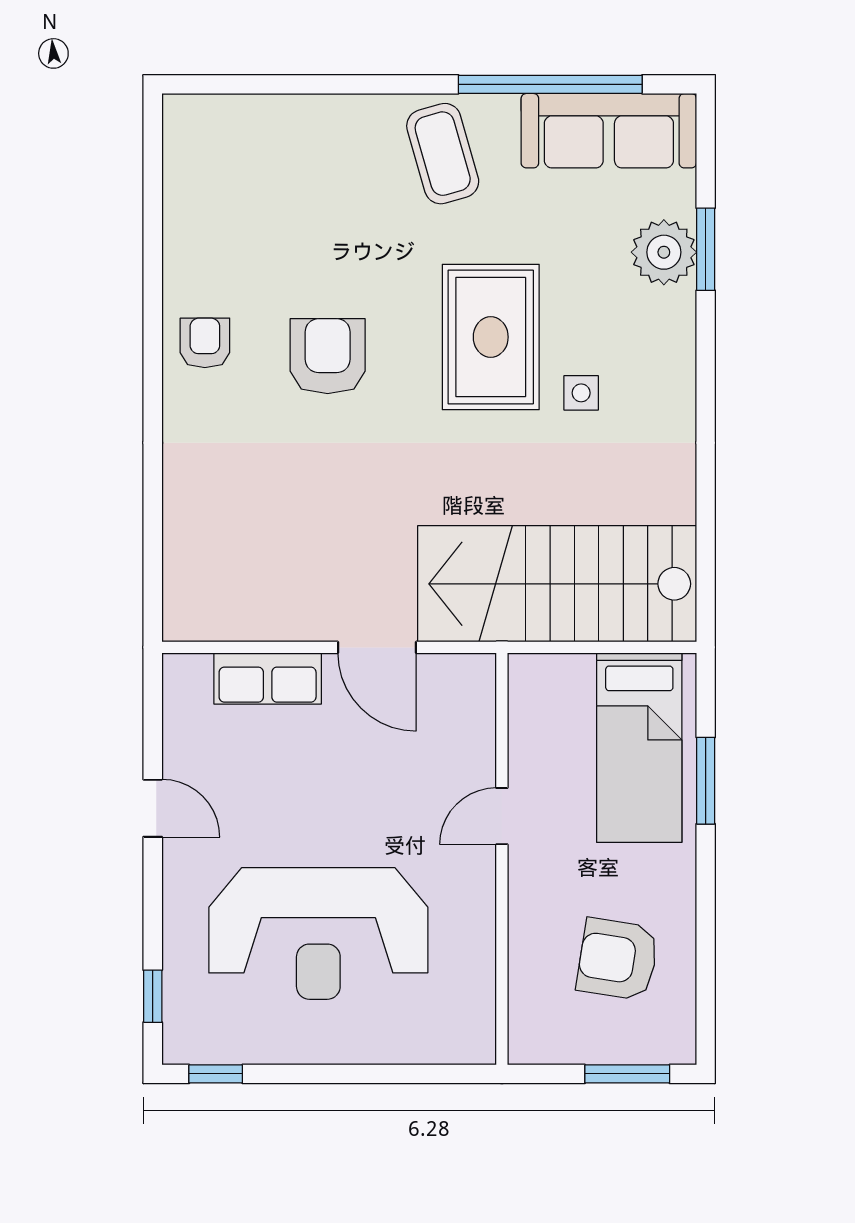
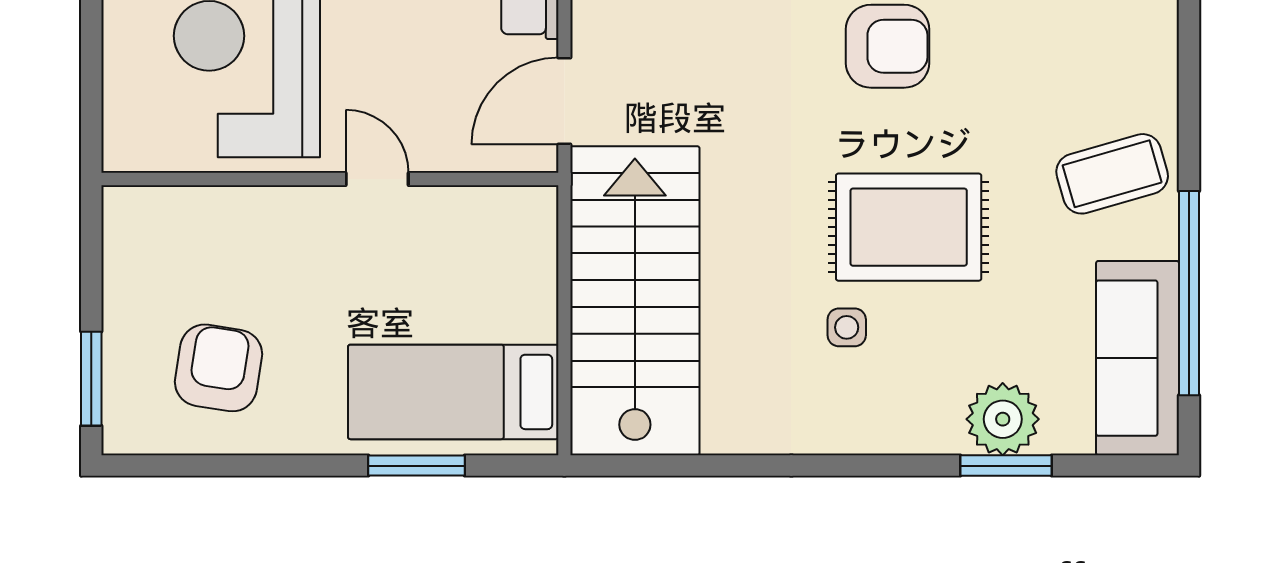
door: (502, 816) -> (377, 179), moved
wall: (502, 859) -> (330, 179), moved

